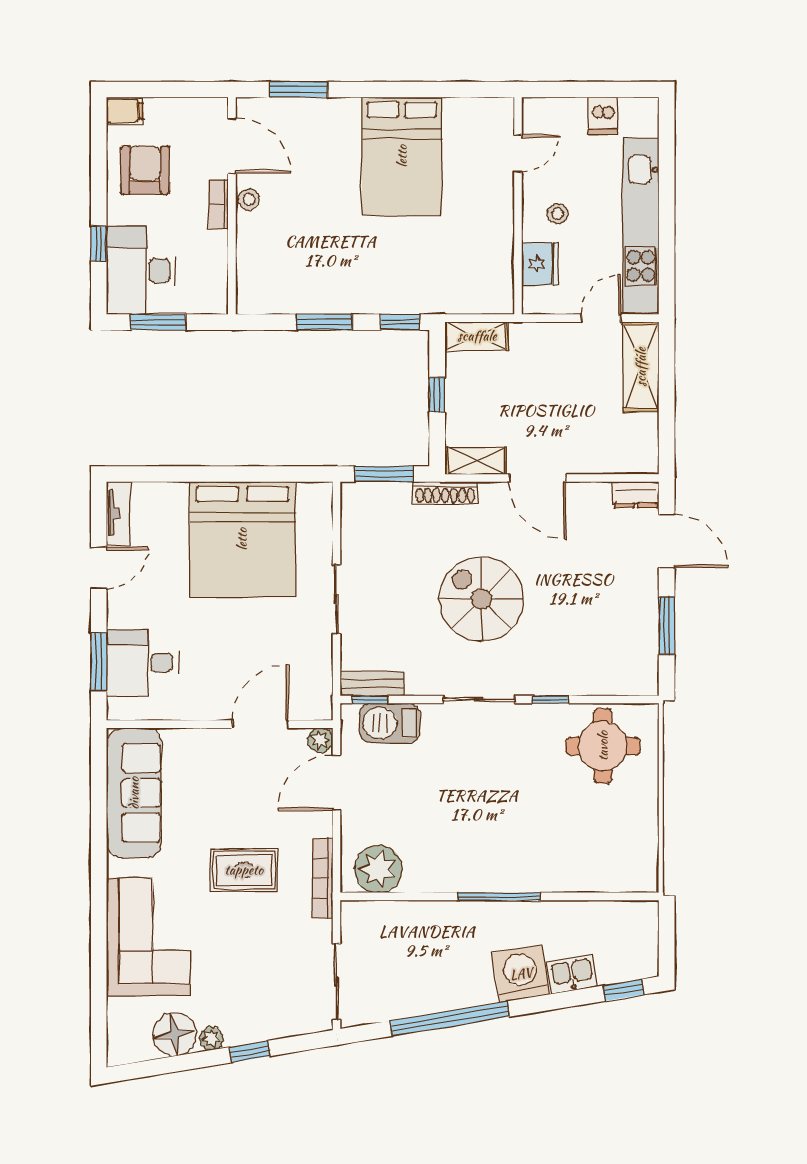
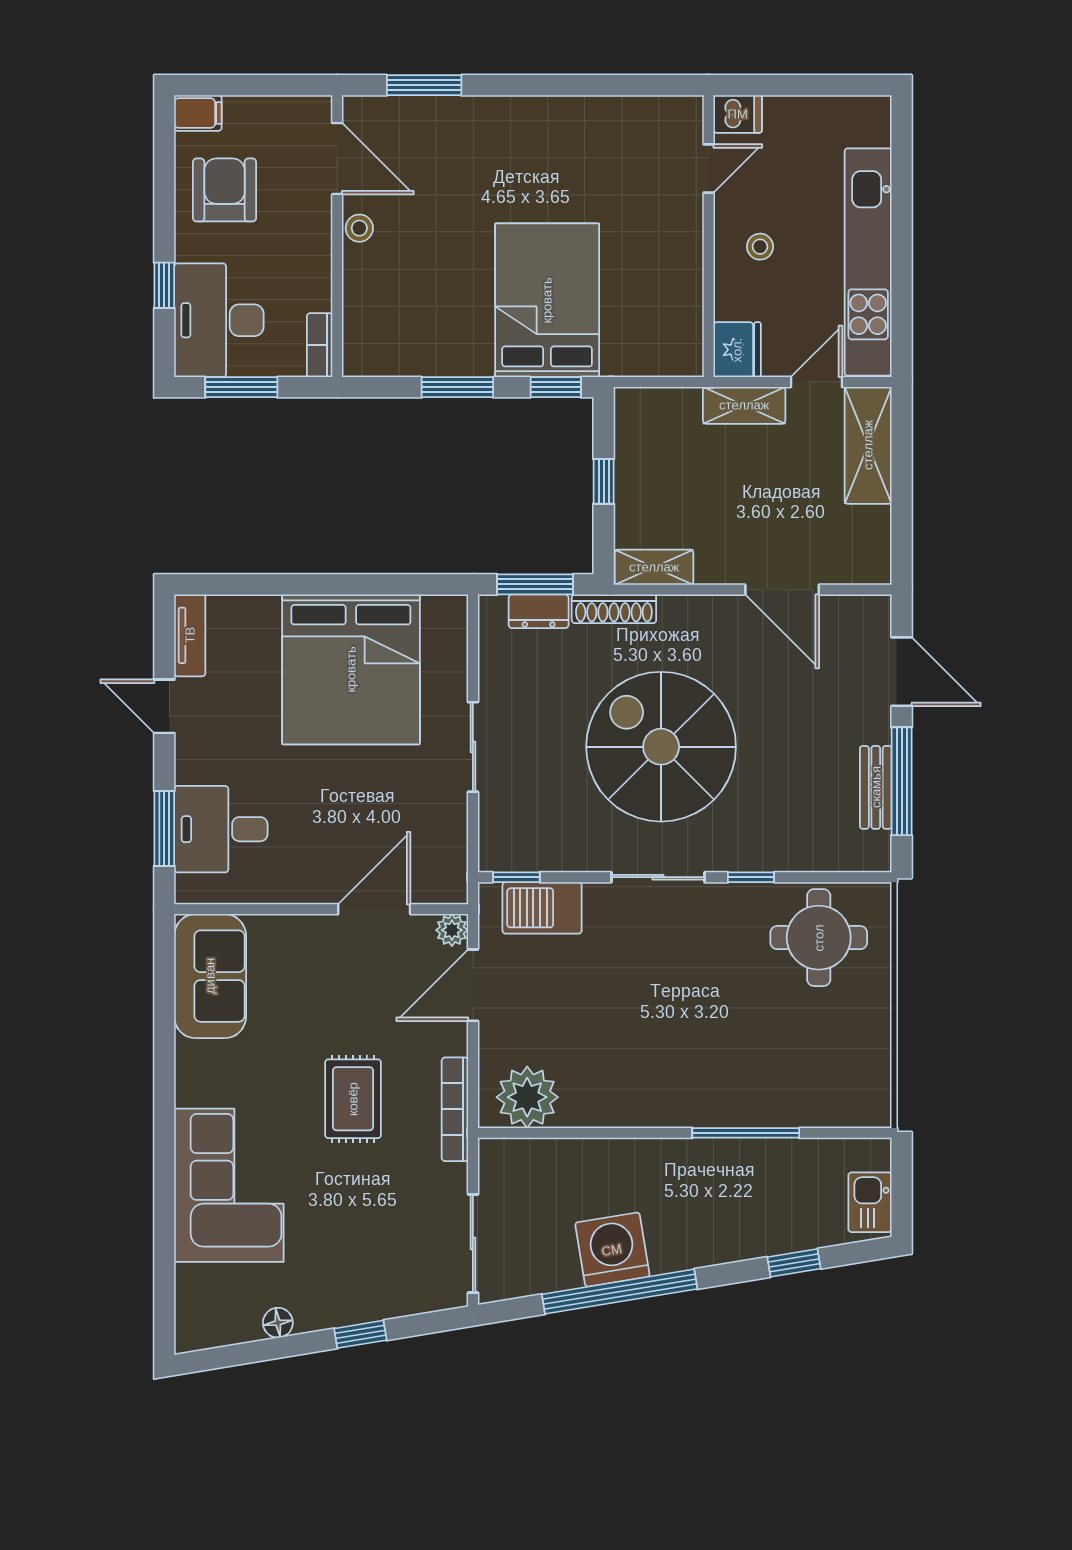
dishwasher: (603, 116) -> (738, 114), moved, turned -90
bed: (402, 156) -> (547, 300), moved, turned 180
bookcase: (218, 204) -> (320, 345), moved
fridge: (540, 264) -> (737, 350), moved
shelving: (477, 336) -> (744, 405), moved
door: (538, 478) -> (782, 590), moved
dresser: (636, 495) -> (539, 611), moved
door: (99, 568) -> (164, 706), swing flipped
spiral stairs: (481, 599) -> (661, 747), width x1.37, depth x1.37
window: (667, 626) -> (902, 781), width x1.44
bench: (372, 684) -> (876, 787), moved, turned 90
sofa: (134, 793) -> (210, 976), width x0.73
rug: (244, 870) -> (353, 1099), turned 90
window: (499, 896) -> (746, 1133), moved
washing machine: (521, 974) -> (612, 1250), moved
kitchen sink: (572, 974) -> (870, 1202), moved, turned -81
window: (623, 990) -> (794, 1263), moved
floor lamp: (175, 1034) -> (278, 1323), width x0.53, depth x0.53
plant: (211, 1038) -> (311, 1317), removed

